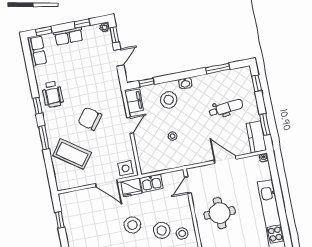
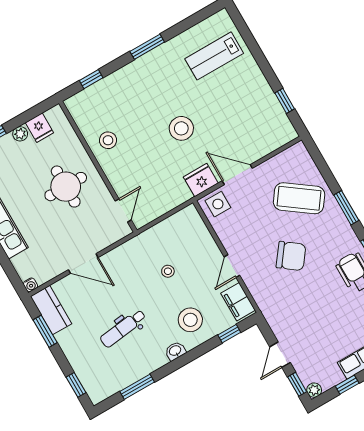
dental chair: (226, 108) -> (123, 328), moved
kitchen sink: (151, 183) -> (175, 196), removed
stool: (162, 230) -> (138, 135), removed

